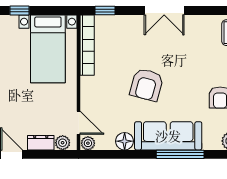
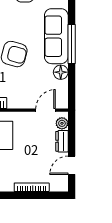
plant: (88, 143) -> (62, 102), removed
window: (180, 154) -> (72, 44), moved

